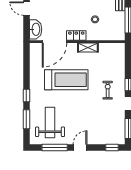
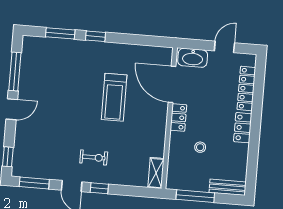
shelving: (88, 47) -> (156, 173), moved
treadmill: (66, 80) -> (114, 97), width x0.73, depth x0.73
weight bench: (50, 123) -> (53, 68), removed
door: (80, 148) -> (12, 109), hinge flipped

